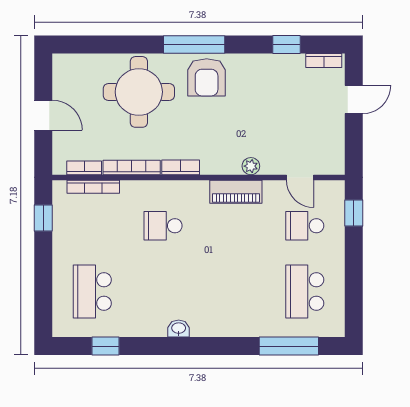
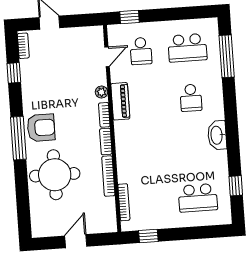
bookcase: (84, 168) -> (104, 115), moved
school desk: (163, 226) -> (191, 98), moved
washbasin: (179, 329) -> (217, 135), width x1.91, depth x1.45

